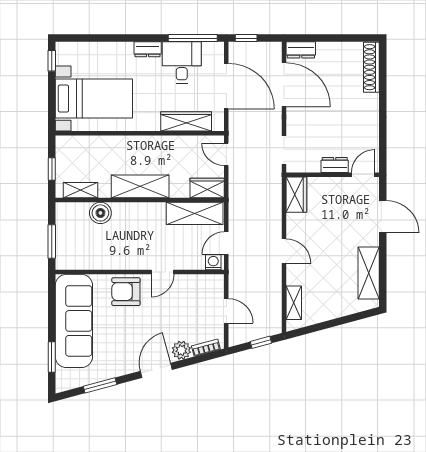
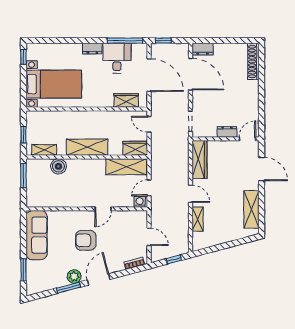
wardrobe: (186, 121) -> (126, 100), width x0.67
wardrobe: (296, 195) -> (199, 160), width x1.50
window: (52, 242) -> (23, 176), moved
armchair: (126, 292) -> (86, 240), moved
shelving: (294, 303) -> (198, 219), moved
sofa: (74, 321) -> (37, 235), width x0.74, depth x0.79
plant: (181, 350) -> (74, 276), moved
window: (100, 385) -> (69, 288), moved

